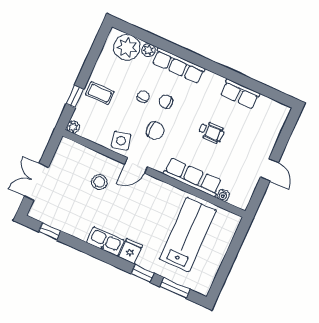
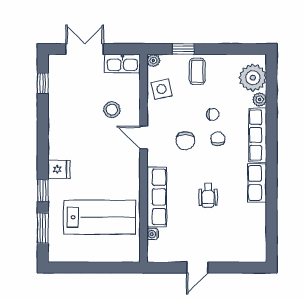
row of seats: (240, 94) -> (257, 183), moved
side table: (121, 141) -> (162, 89), moved
kitchen sink: (105, 241) -> (122, 63), moved, turned 90

